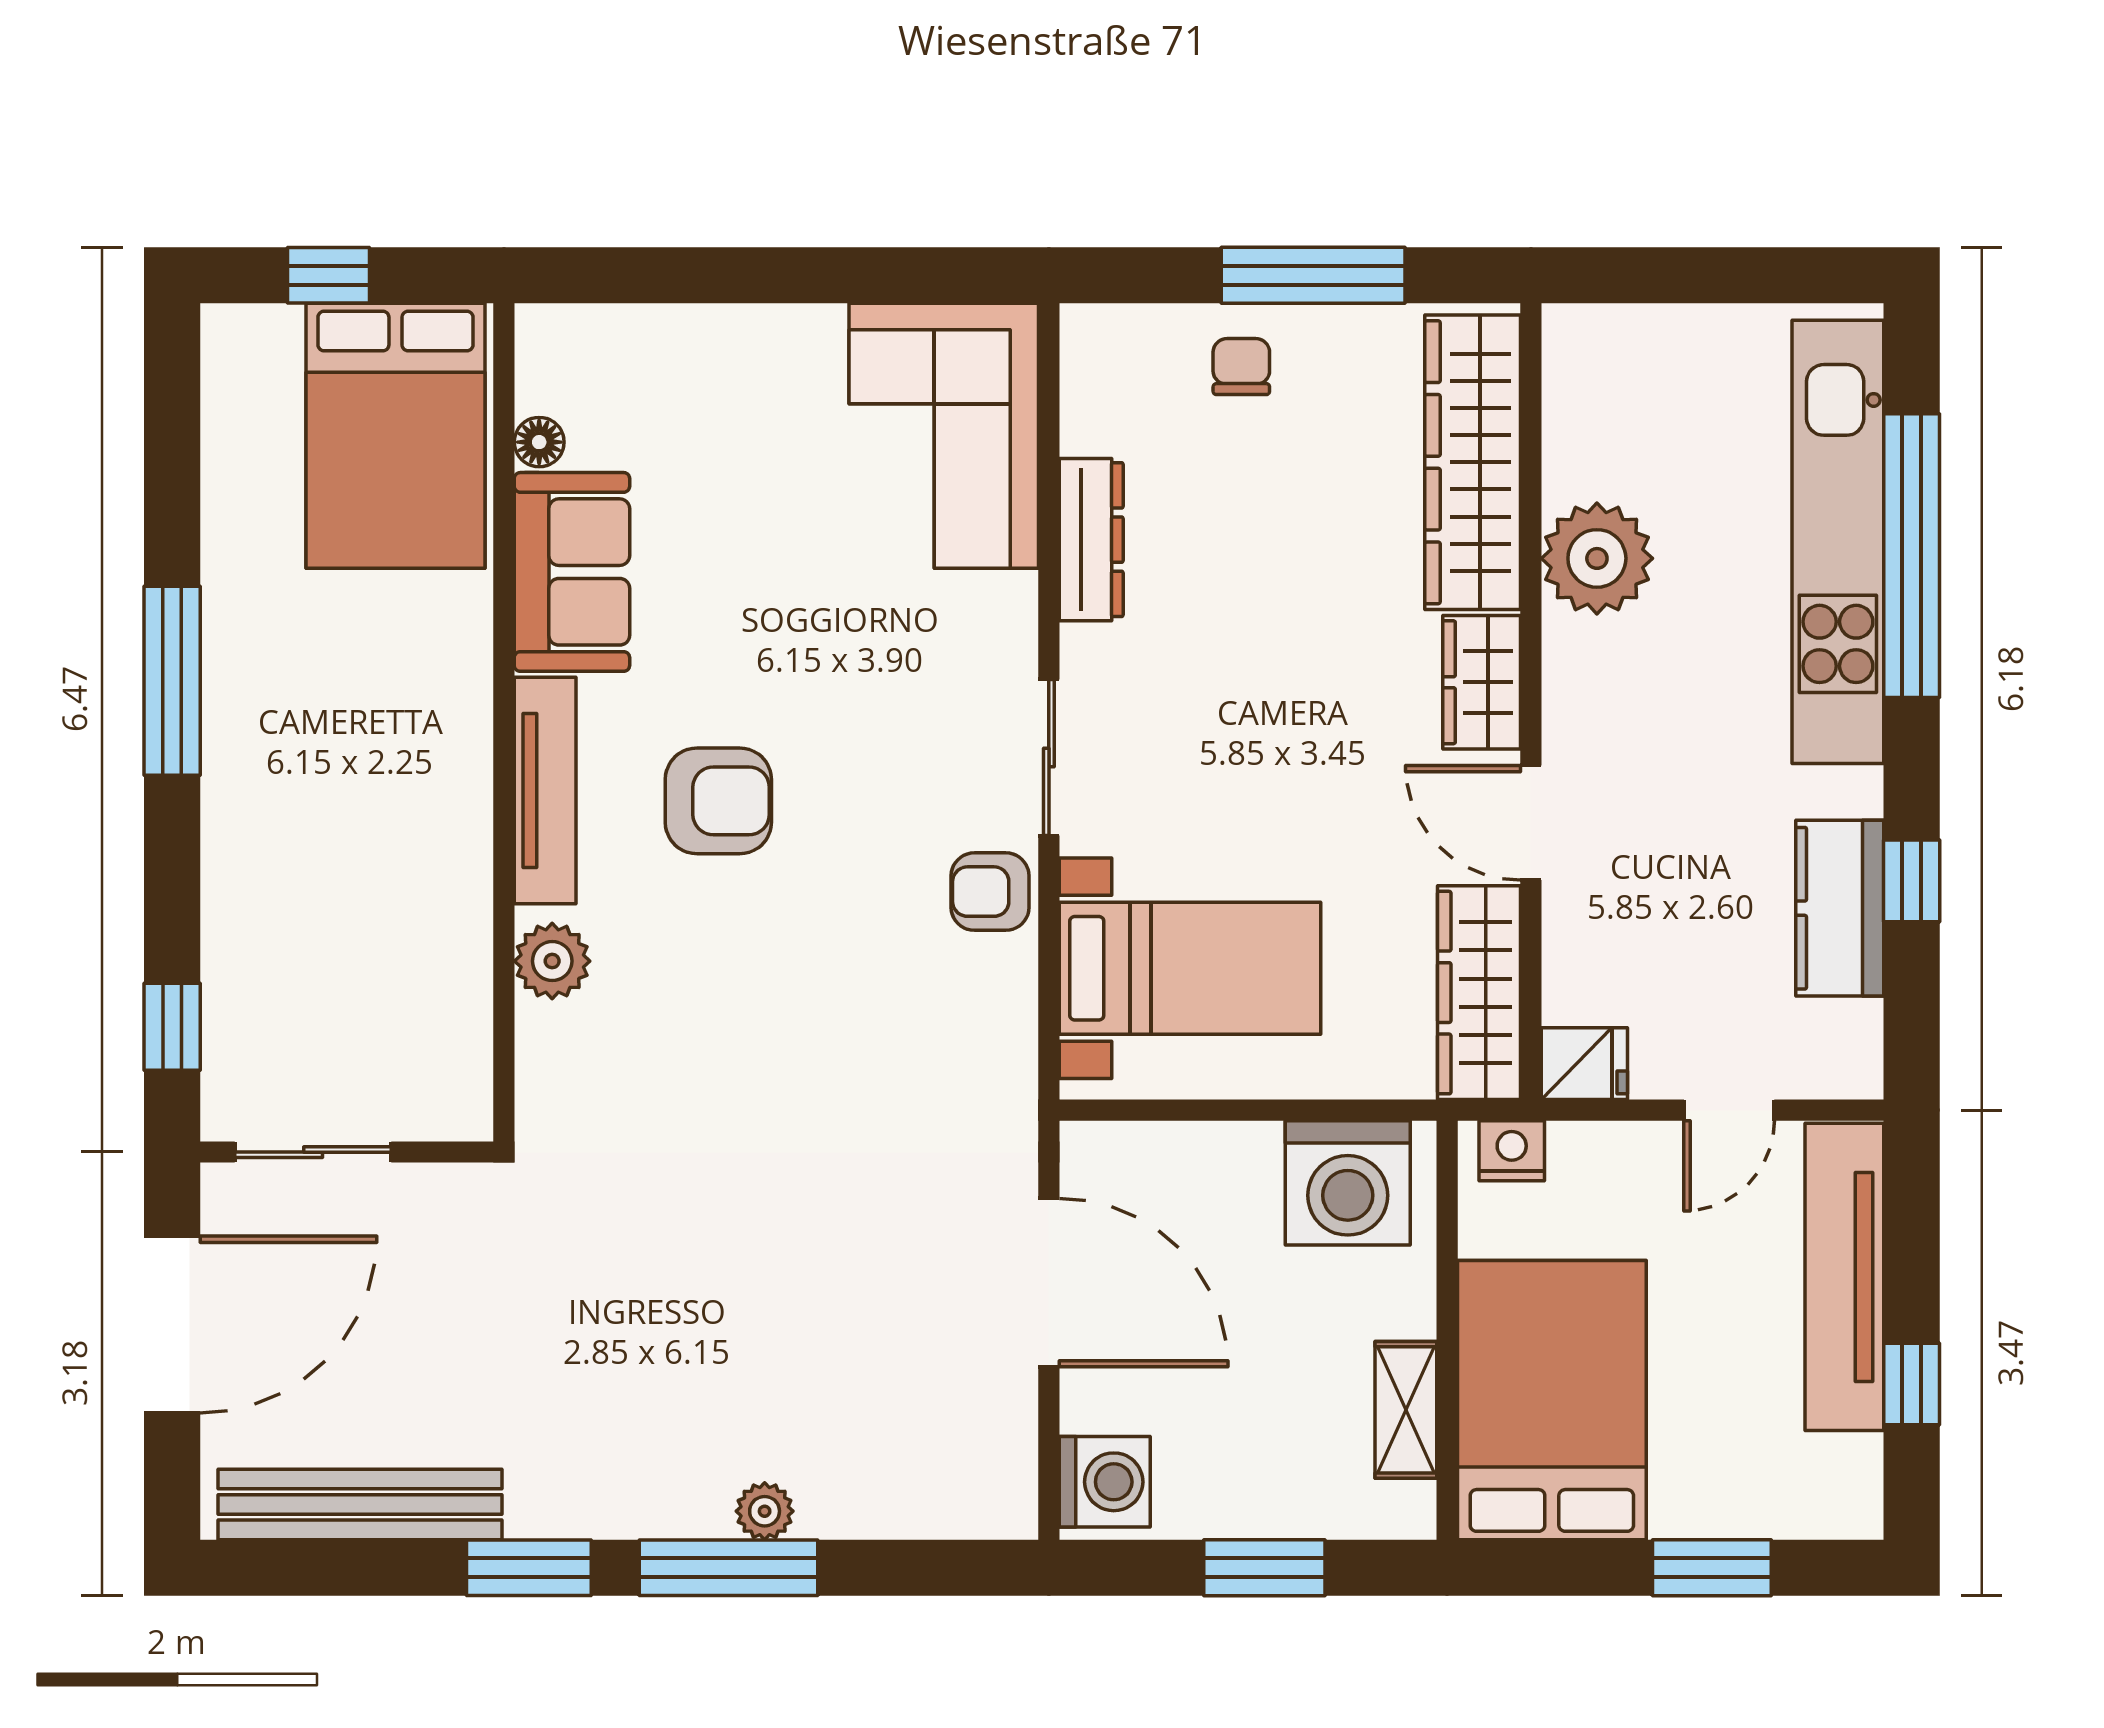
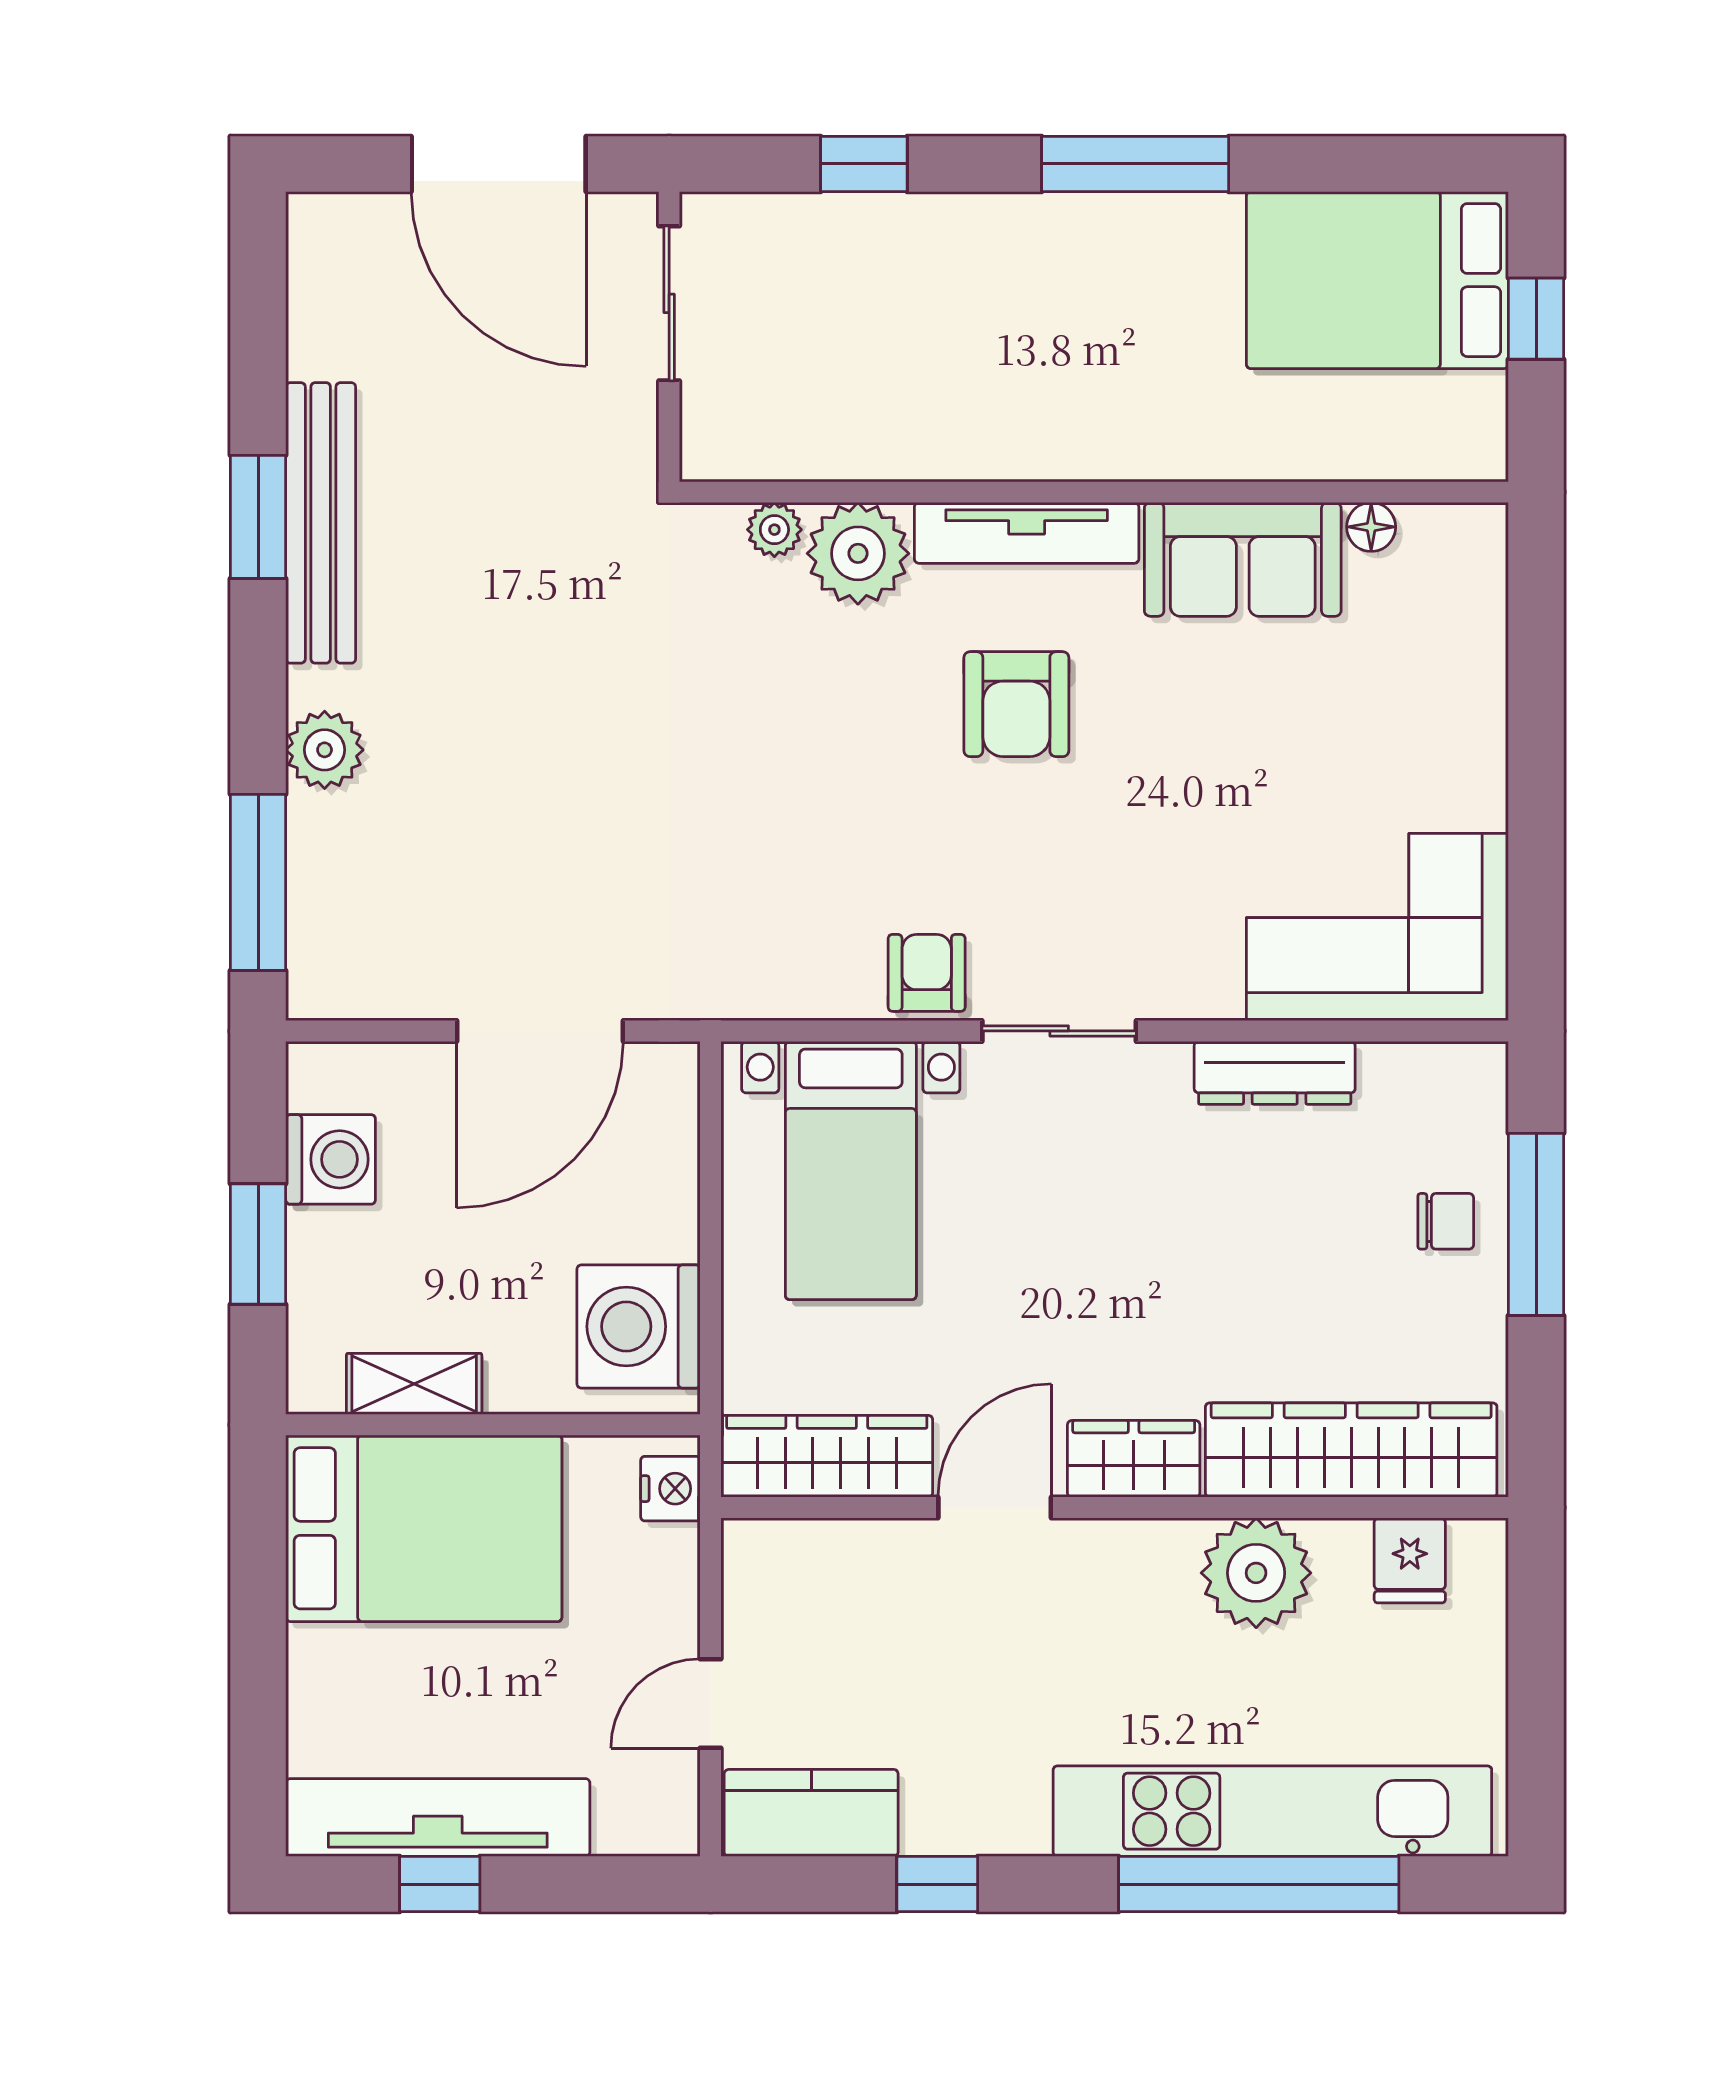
window: (1313, 275) -> (1536, 1224), moved
bed: (395, 436) -> (1377, 280), moved
kitchen counter: (1840, 908) -> (811, 1813), moved
plant: (552, 961) -> (858, 553), width x1.36, depth x1.36
window: (172, 1027) -> (864, 164), moved
plant: (542, 1046) -> (774, 530), added
fridge: (1584, 1064) -> (1410, 1560), moved
door: (1729, 1110) -> (711, 1704), hinge flipped
tv unit: (1844, 1277) -> (438, 1818), moved
washing machine: (1105, 1482) -> (331, 1159), moved, turned -90
bench: (360, 1504) -> (321, 523), moved
plant: (765, 1511) -> (325, 750), width x1.38, depth x1.38
window: (729, 1568) -> (258, 882), moved
window: (1712, 1568) -> (258, 1687), removed

